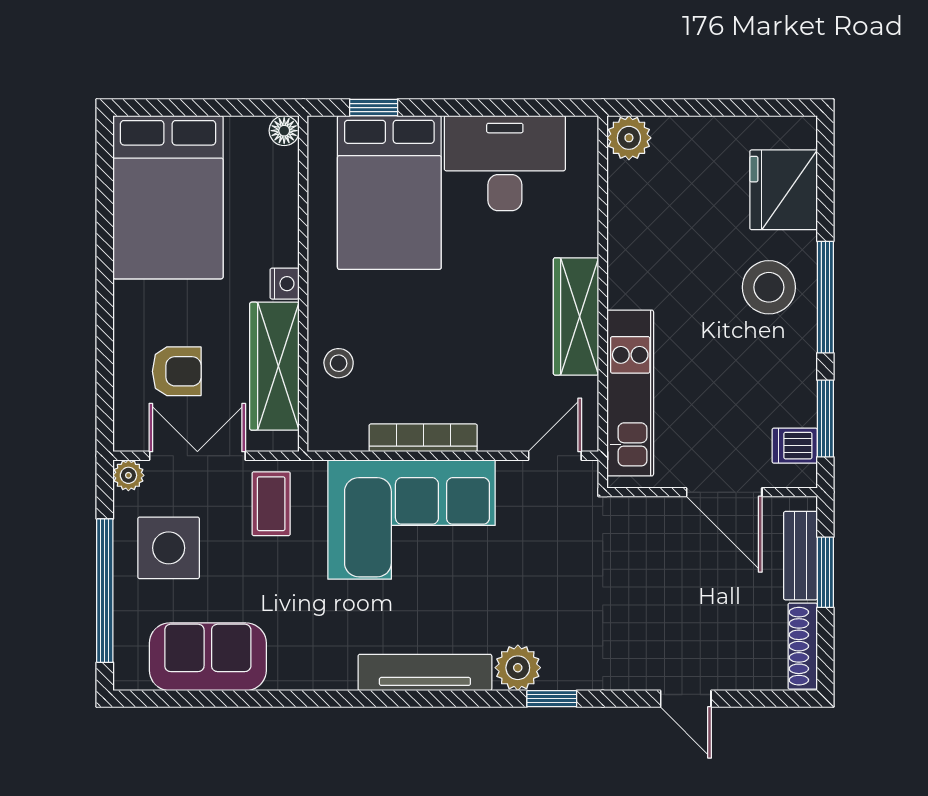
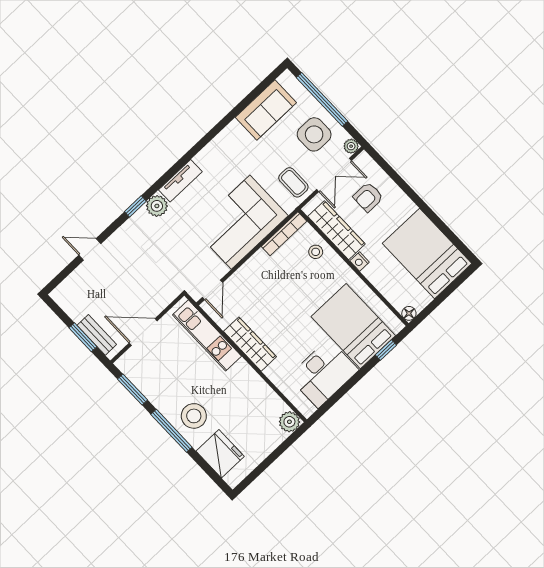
bookcase: (423, 438) -> (284, 234), moved
dishwasher: (795, 446) -> (134, 370), removed
shoe rack: (803, 646) -> (67, 305), removed
tv unit: (425, 672) -> (180, 181), width x0.71

